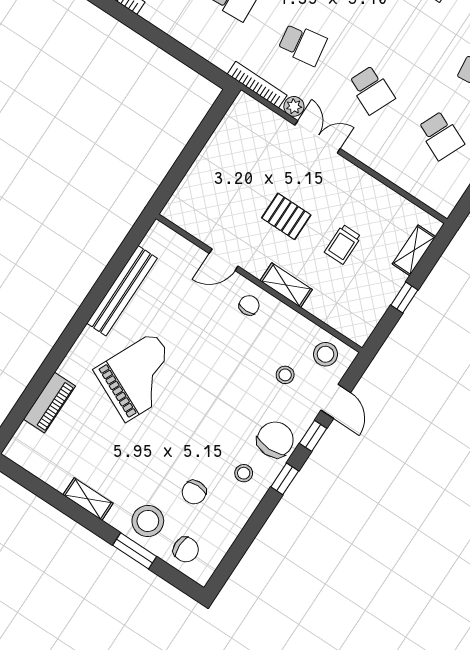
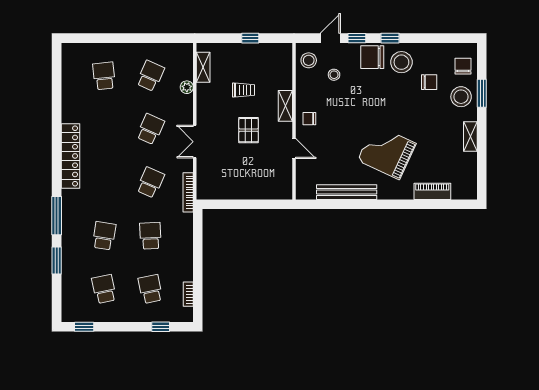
school desk: (302, 44) -> (150, 182), turned 33
plant: (294, 106) -> (187, 87), moved
shelving: (414, 250) -> (203, 67), moved, turned 90
stool: (244, 473) -> (401, 62), width x1.89, depth x1.89

